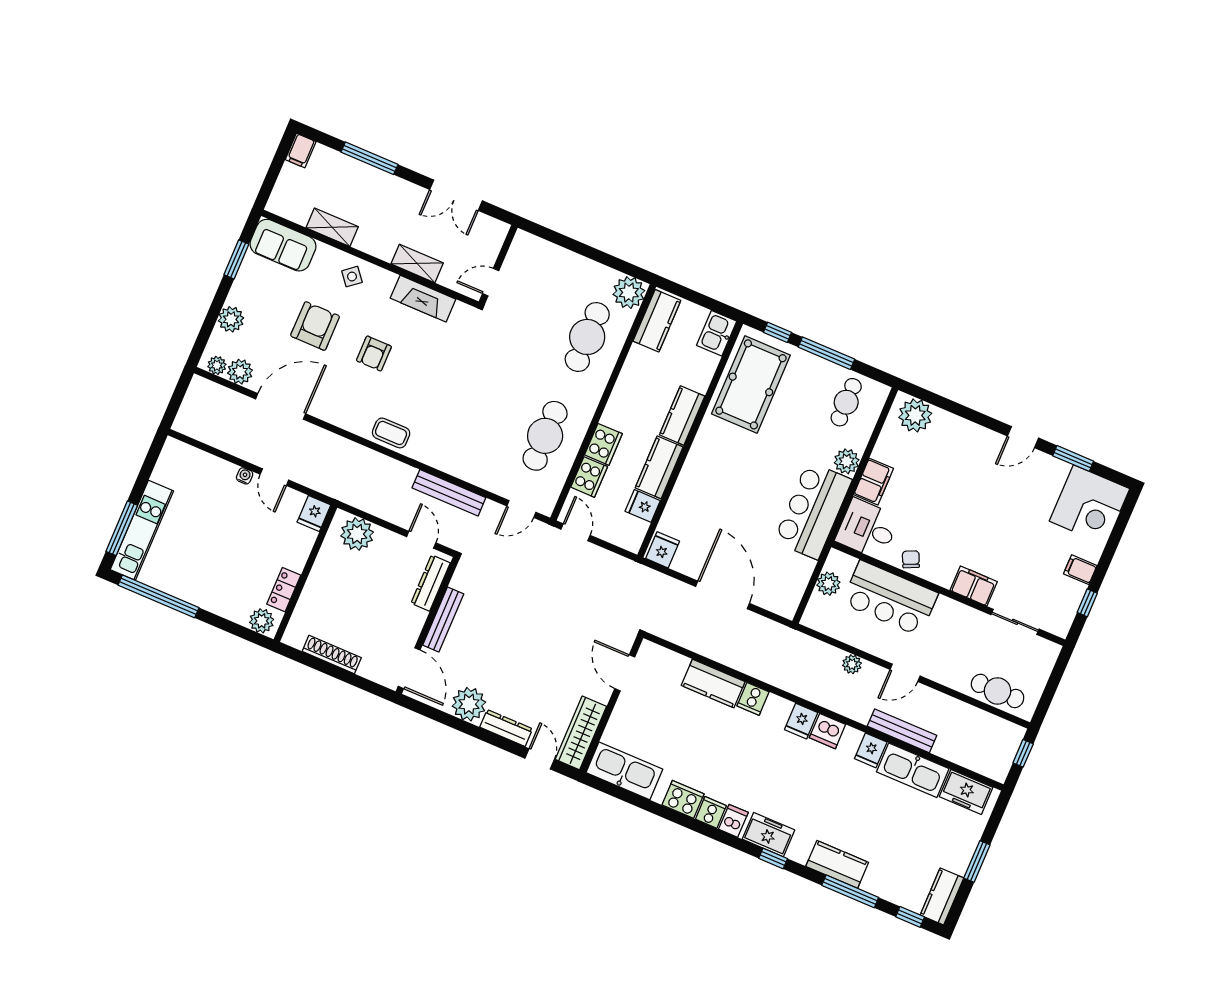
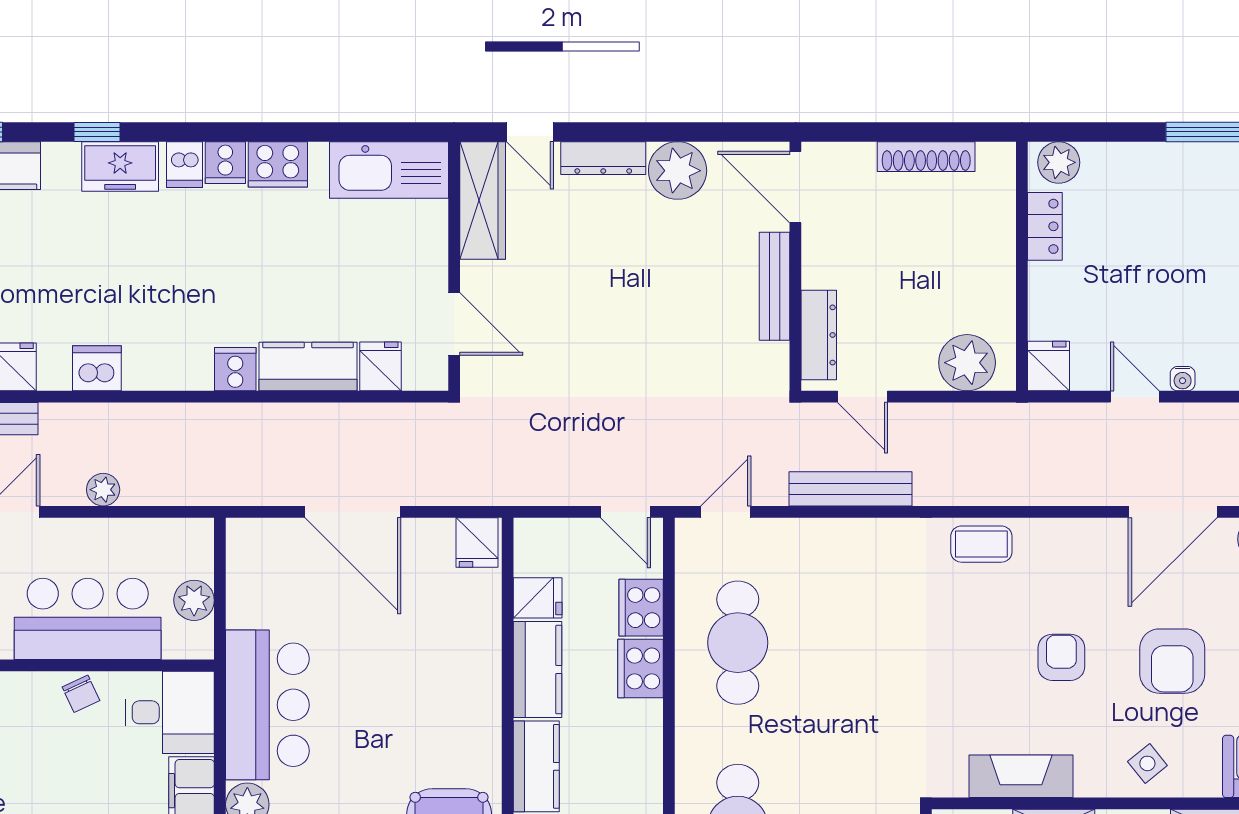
fridge: (801, 721) -> (381, 366), moved

